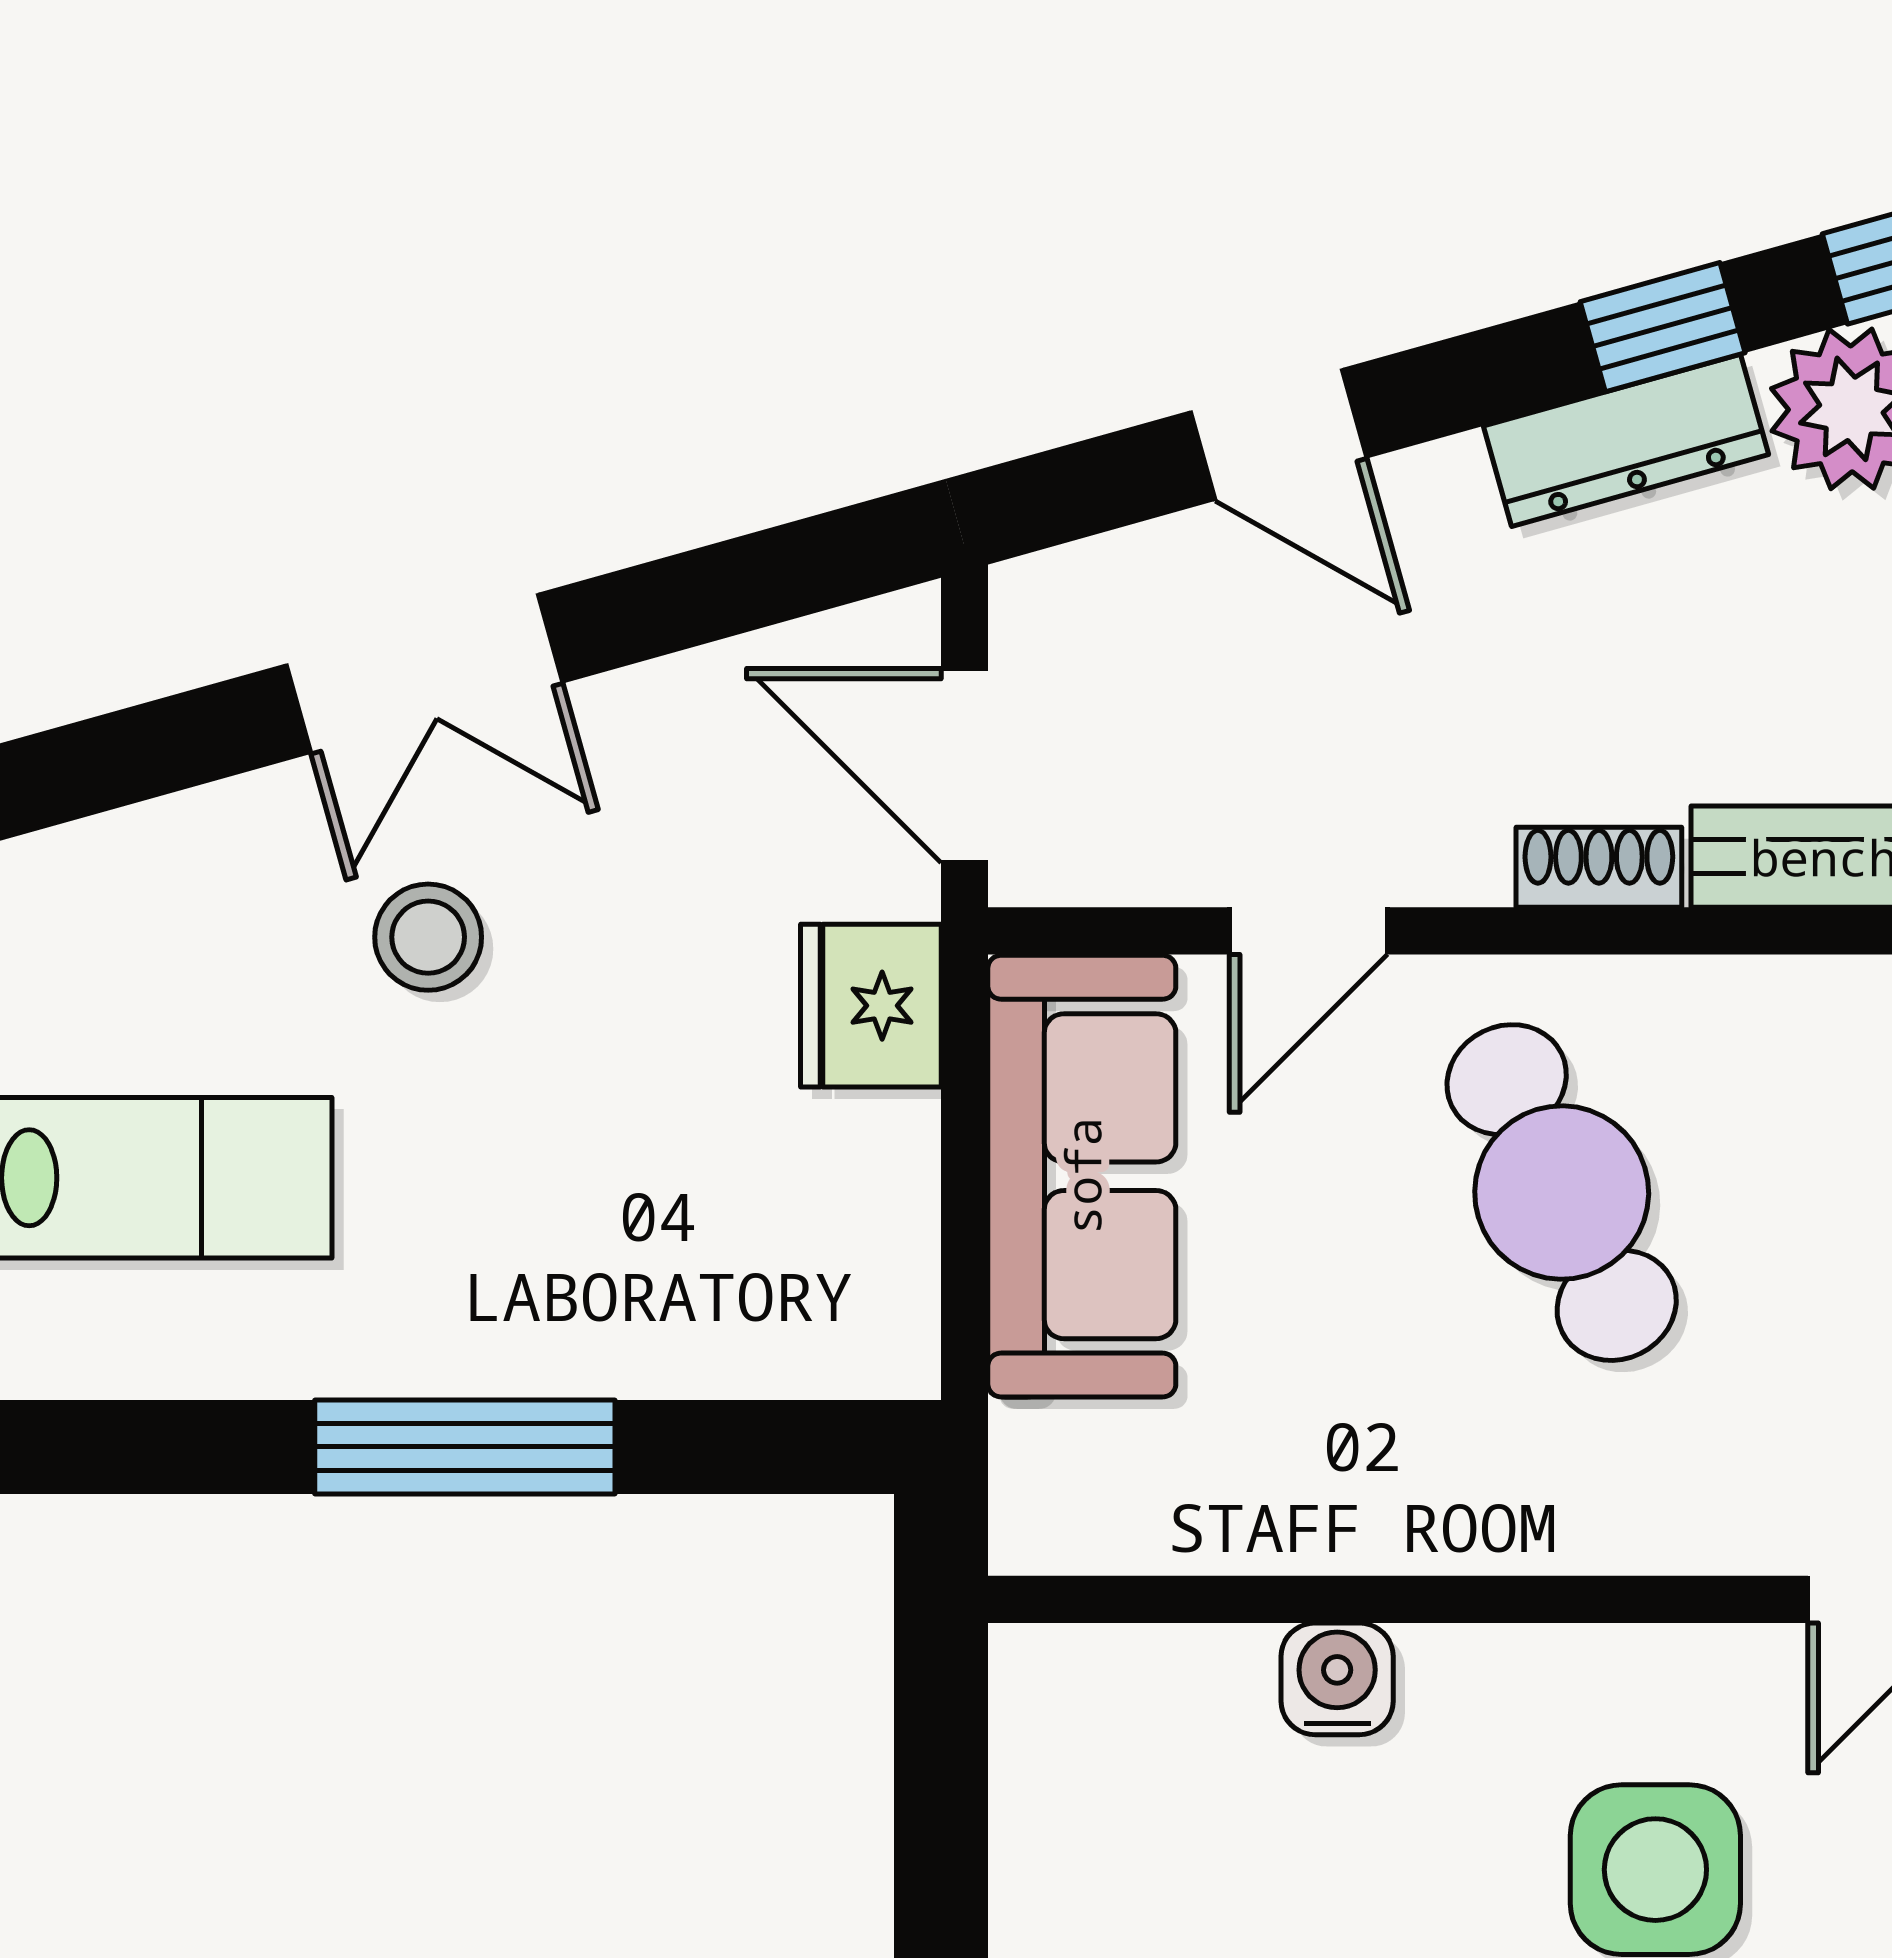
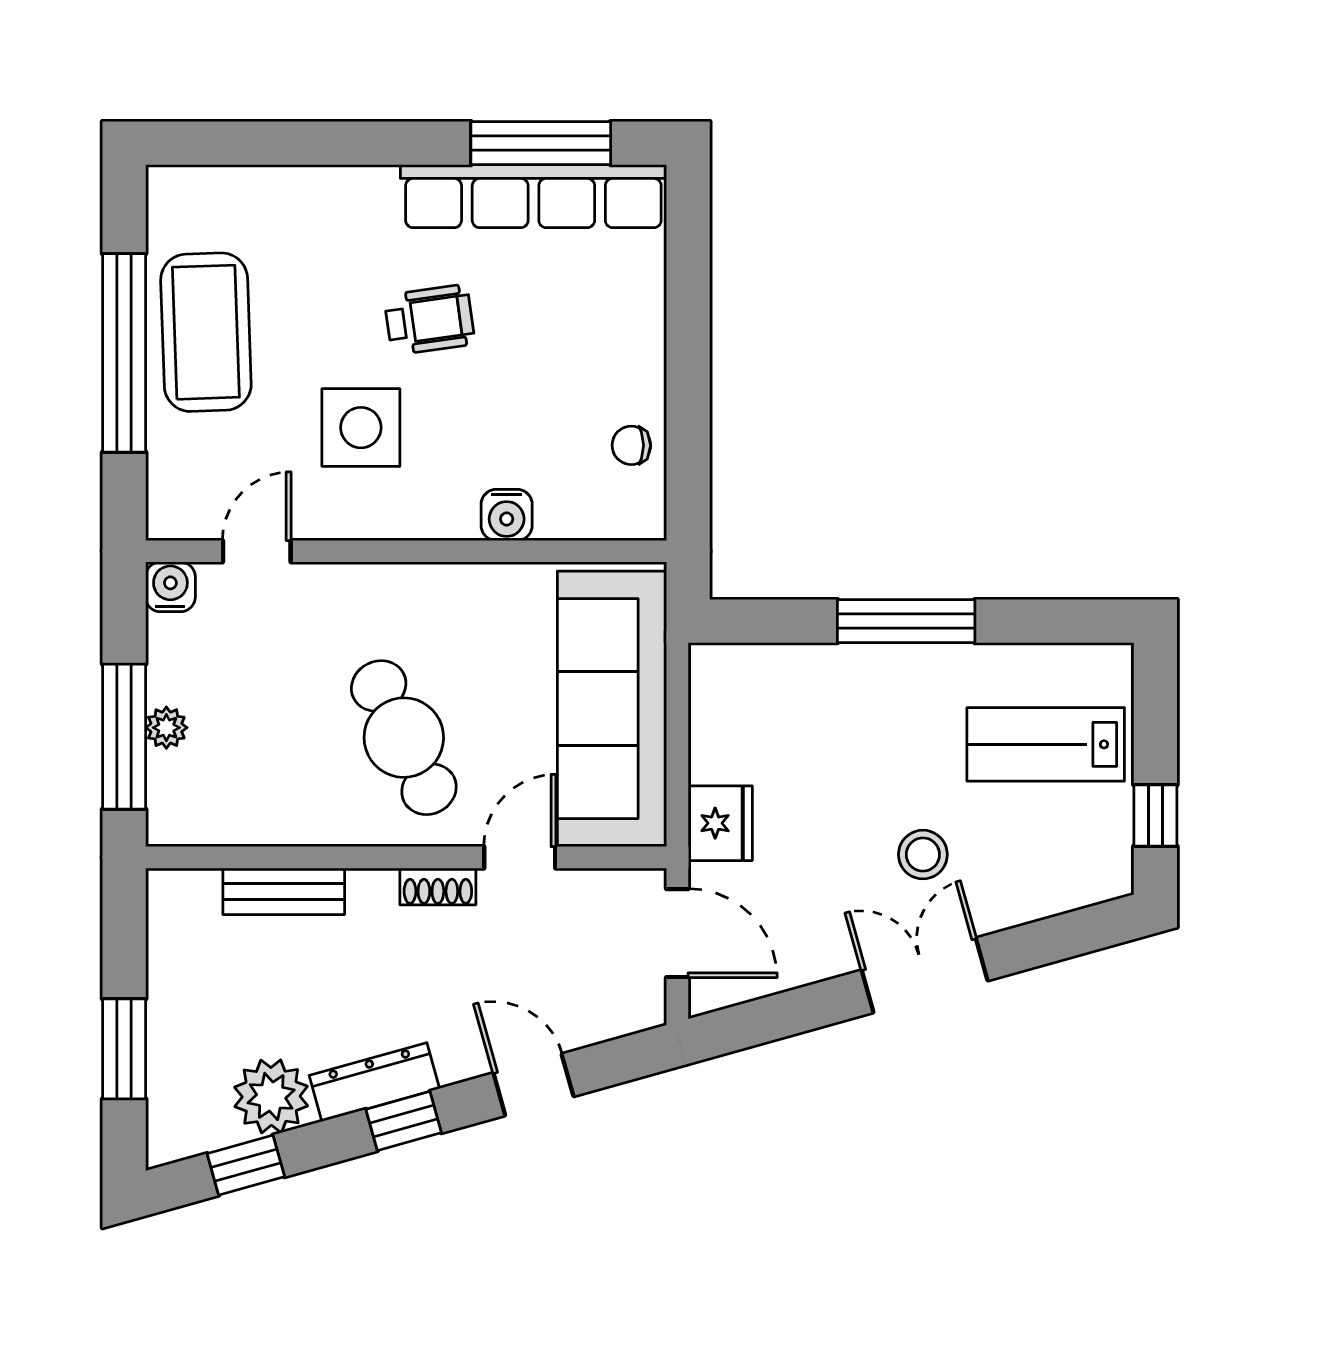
window: (1663, 327) -> (404, 1121), moved
shoe rack: (1599, 867) -> (438, 887), moved
sofa: (1082, 1176) -> (612, 709), width x1.36, depth x1.27
chair: (1065, 1831) -> (631, 445), added

